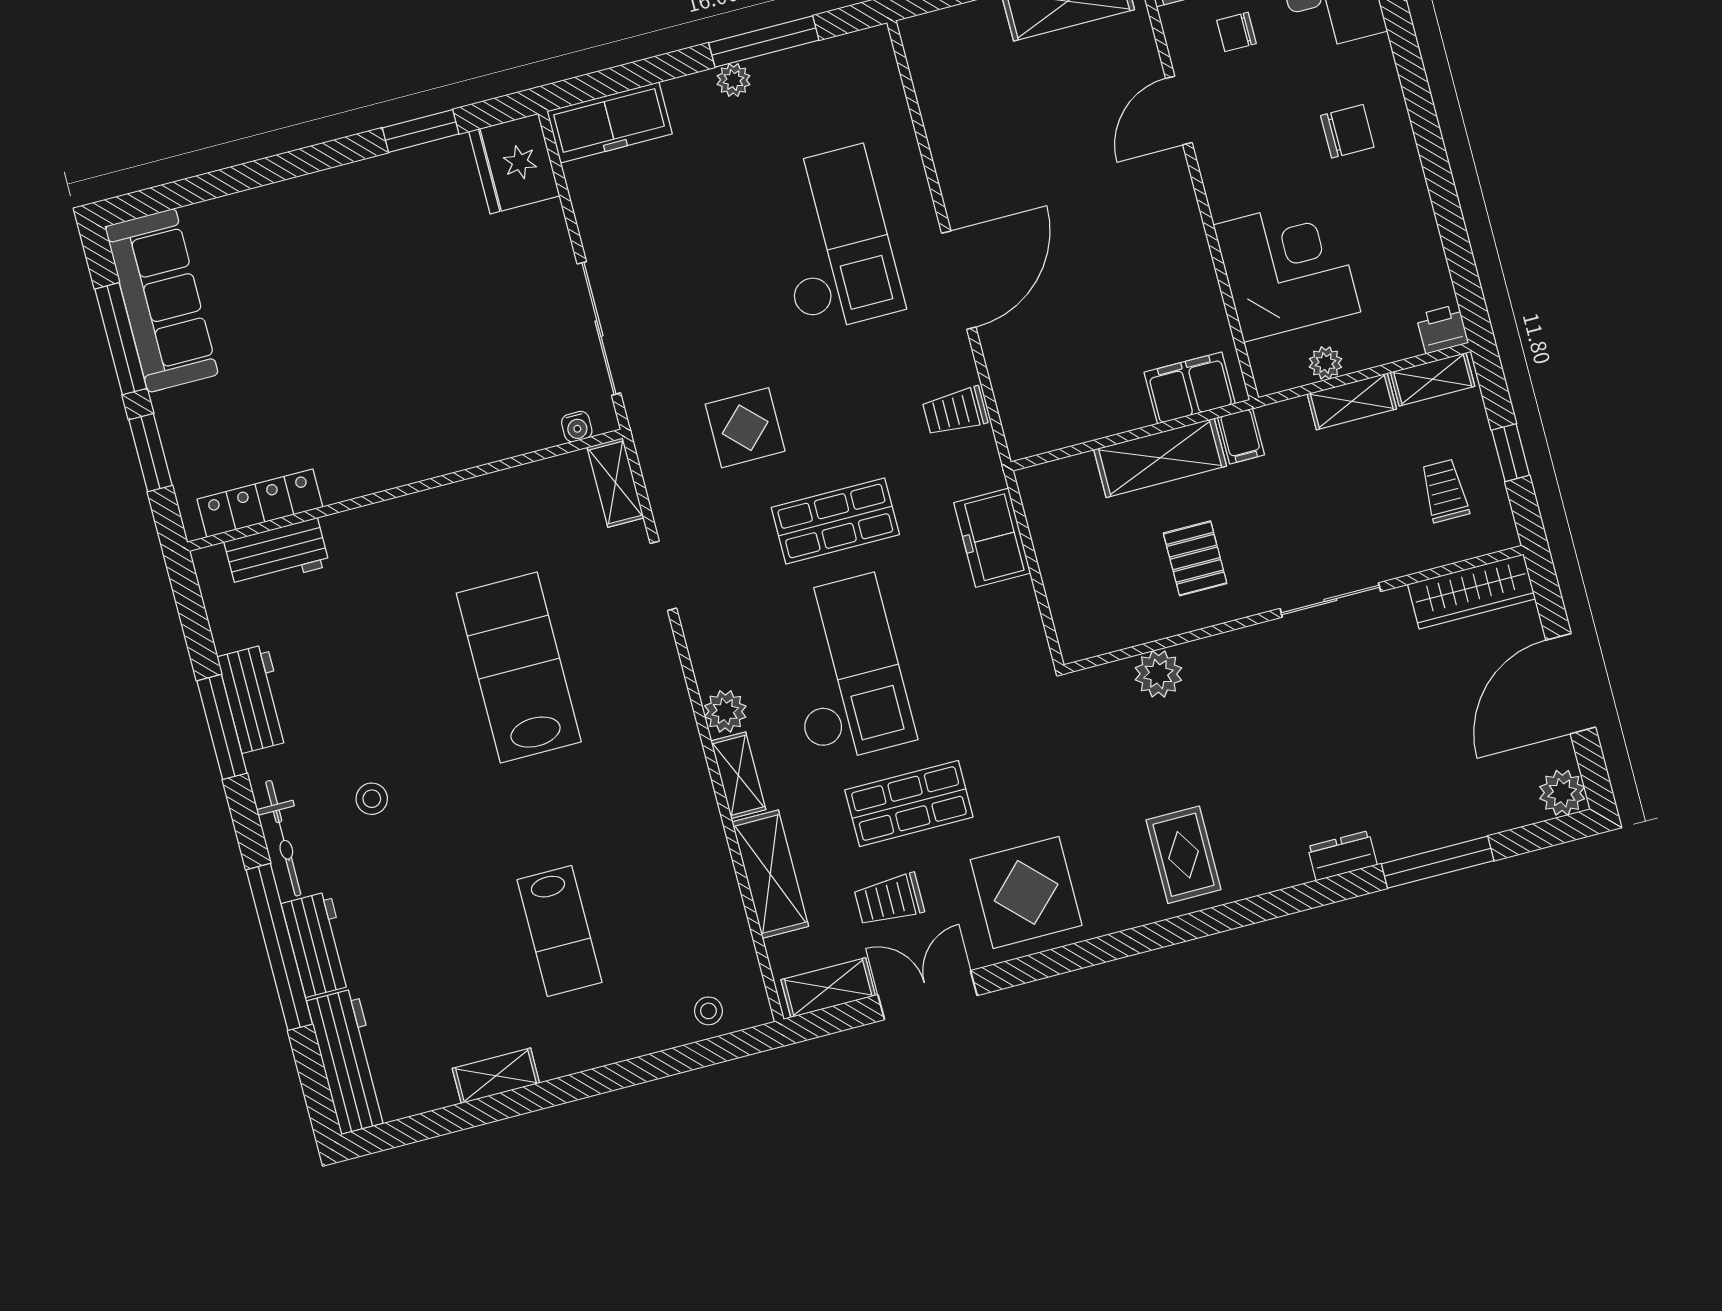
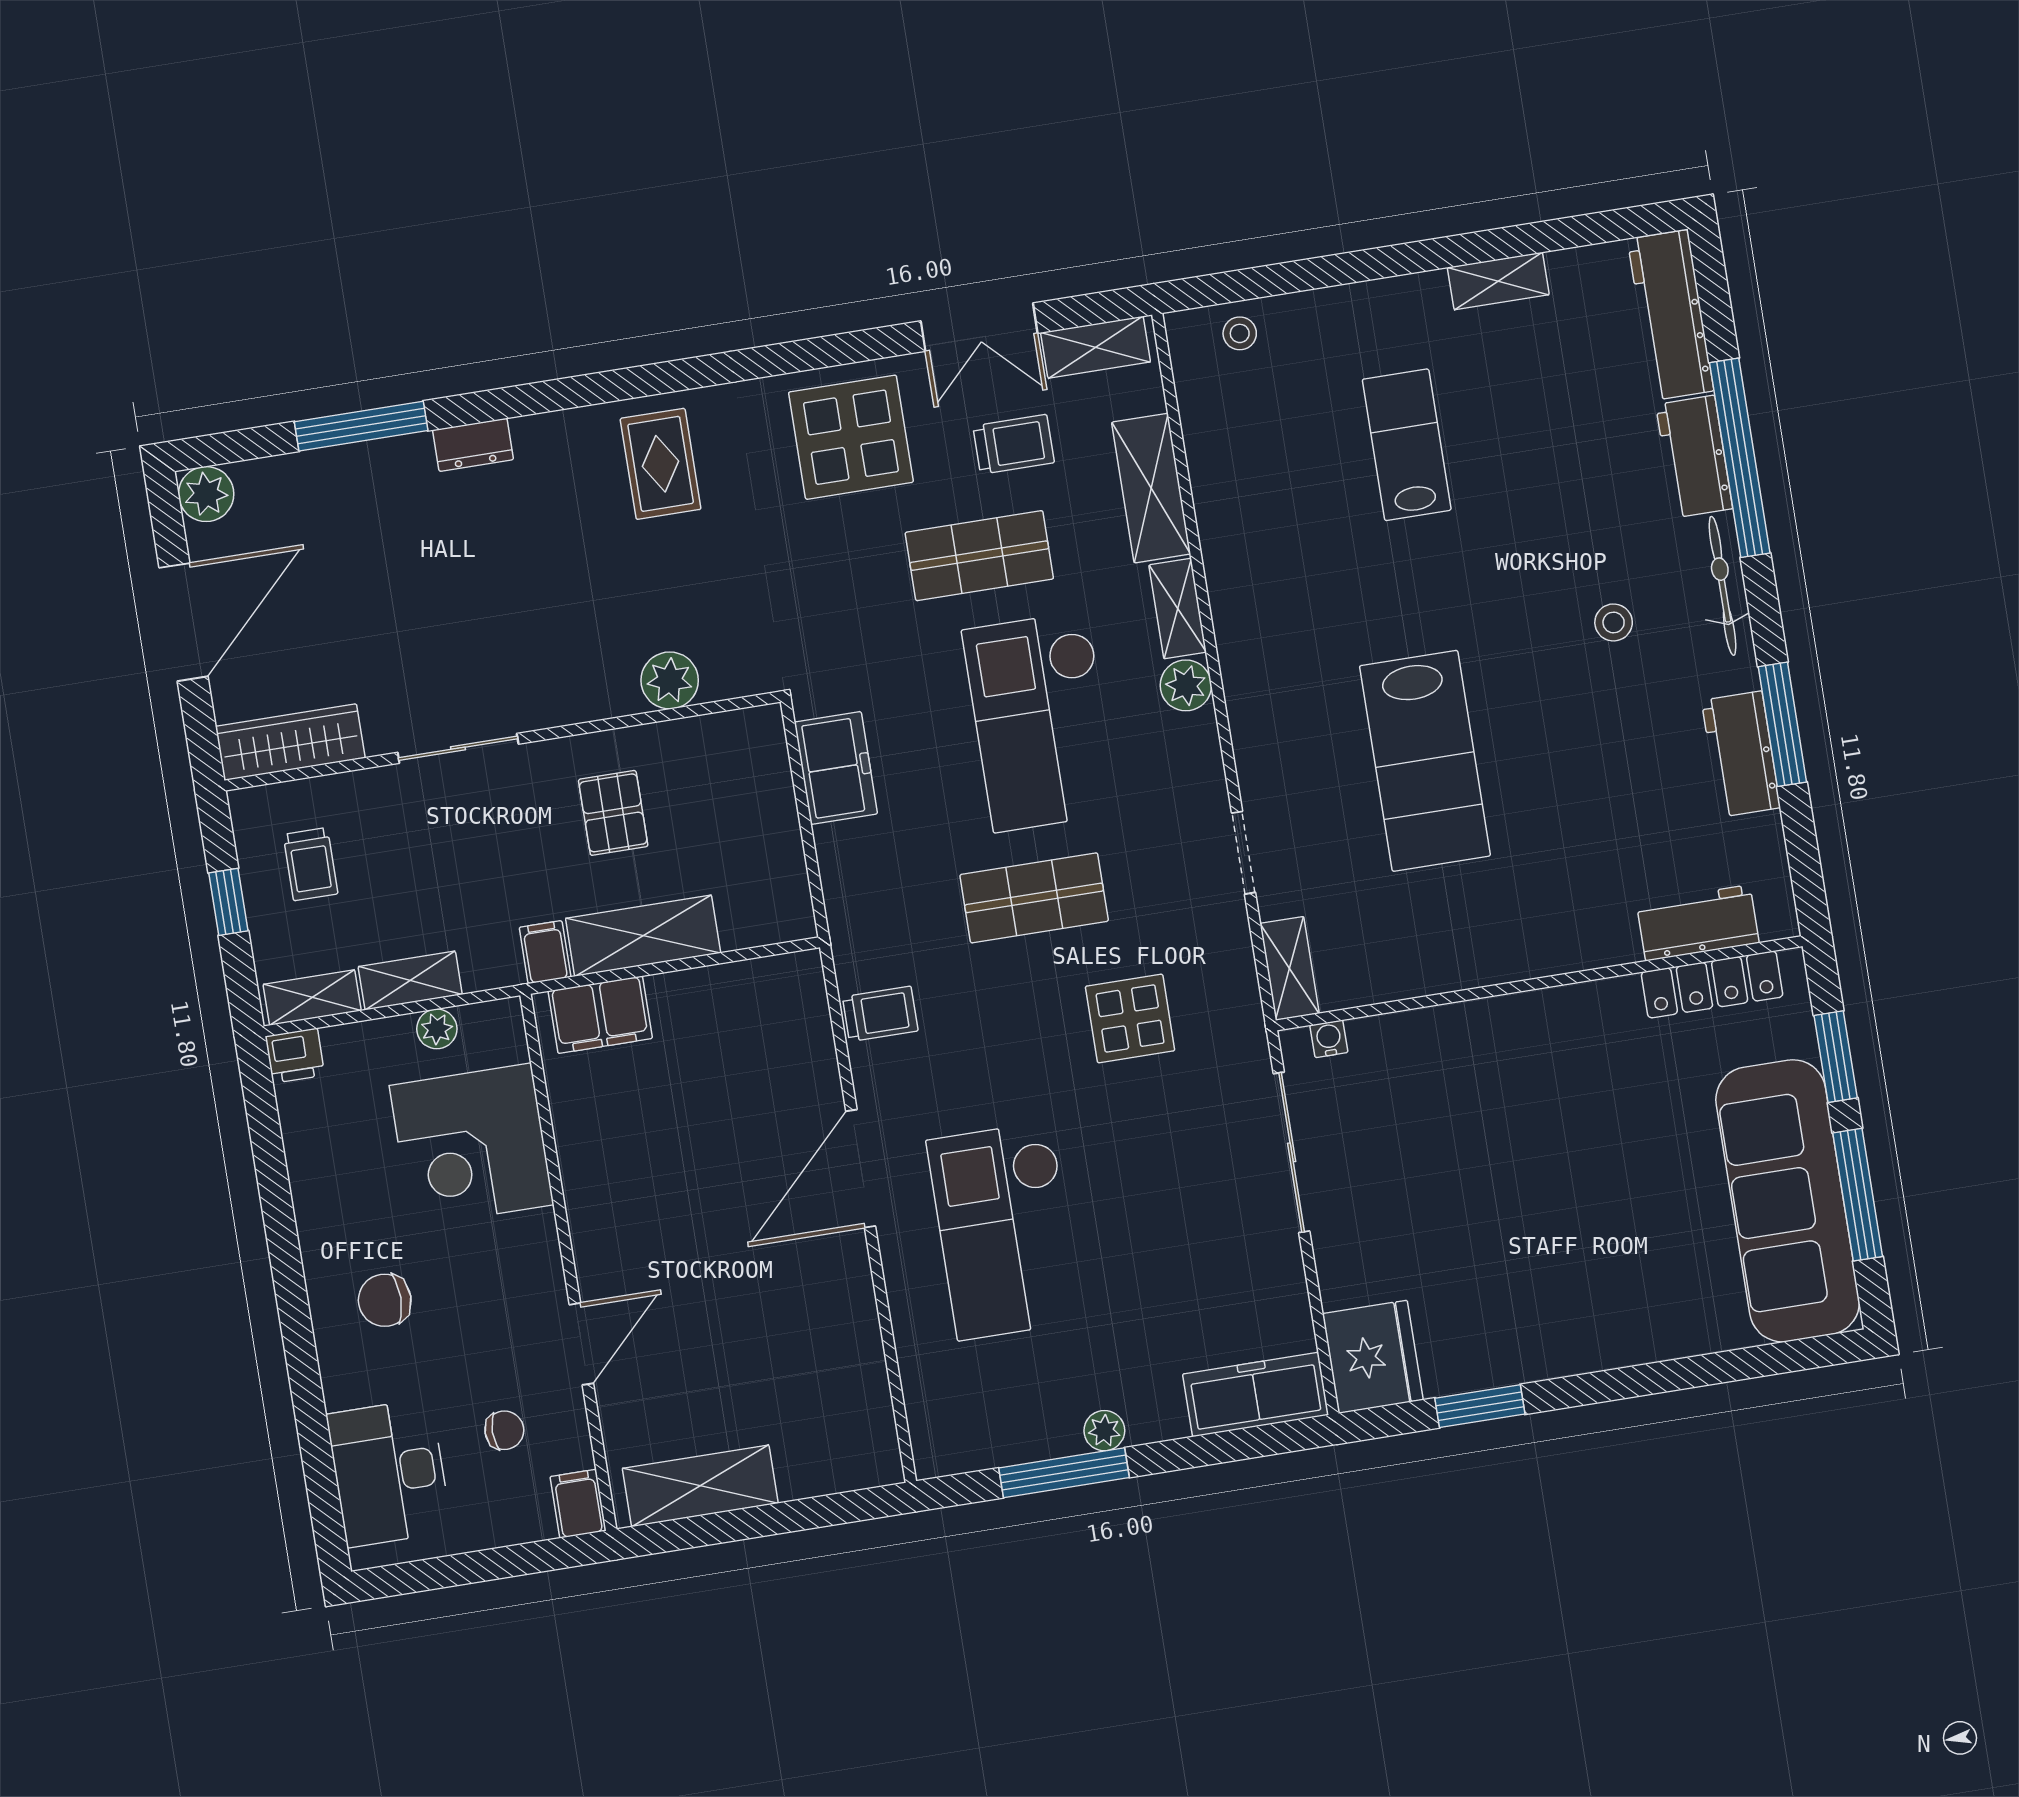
sofa: (162, 300) -> (1788, 1201), width x1.36, depth x1.27
freezer: (992, 538) -> (836, 768), moved

